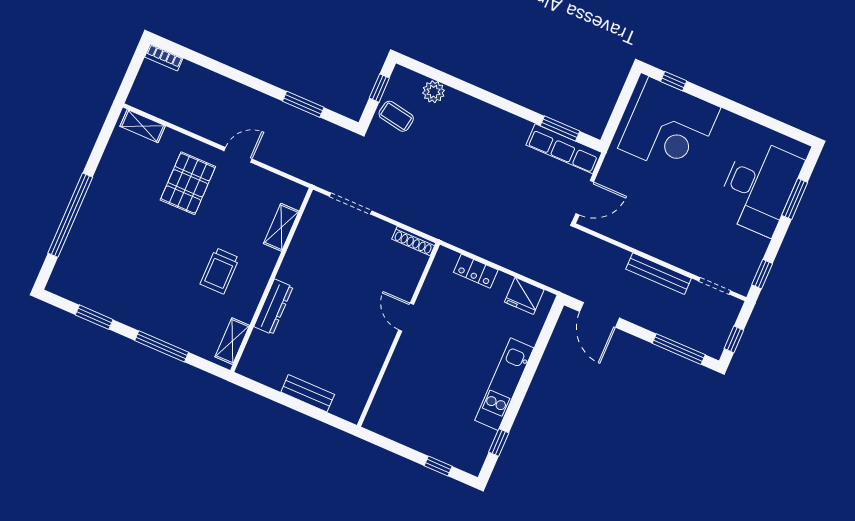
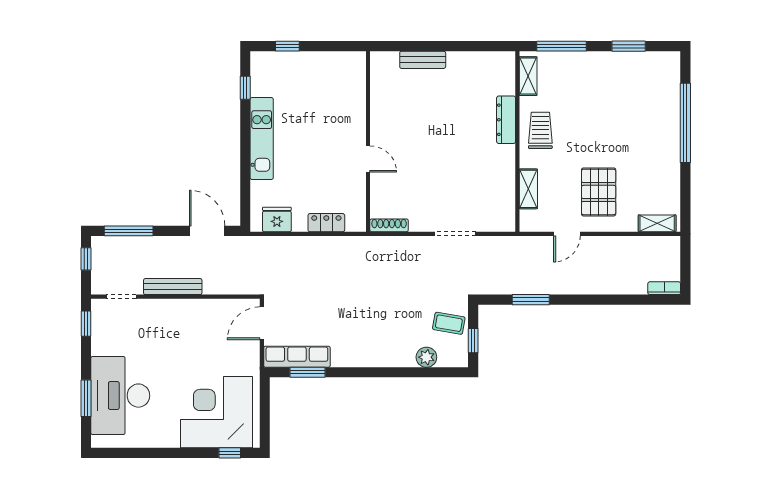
shelving: (281, 227) -> (528, 189), moved
wall: (272, 280) -> (517, 141), moved
dresser: (273, 307) -> (506, 120), moved
shelving: (232, 341) -> (528, 76), moved

